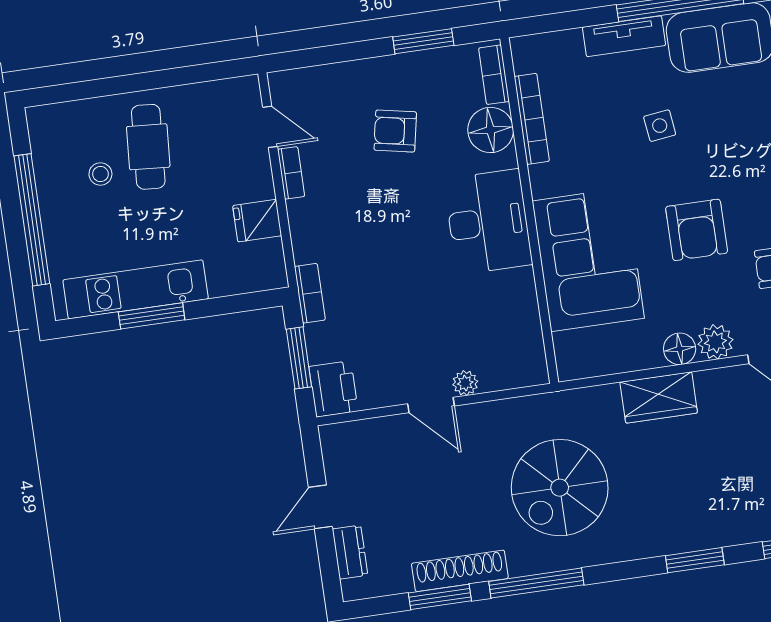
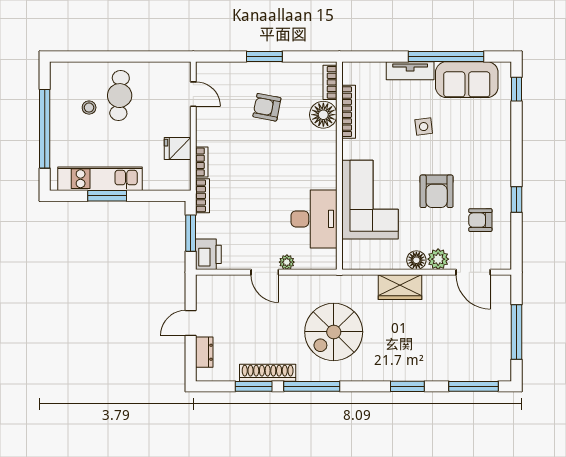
window: (423, 41) -> (264, 57), moved
bookcase: (291, 173) -> (202, 162), moved
desk: (488, 222) -> (314, 219), moved

